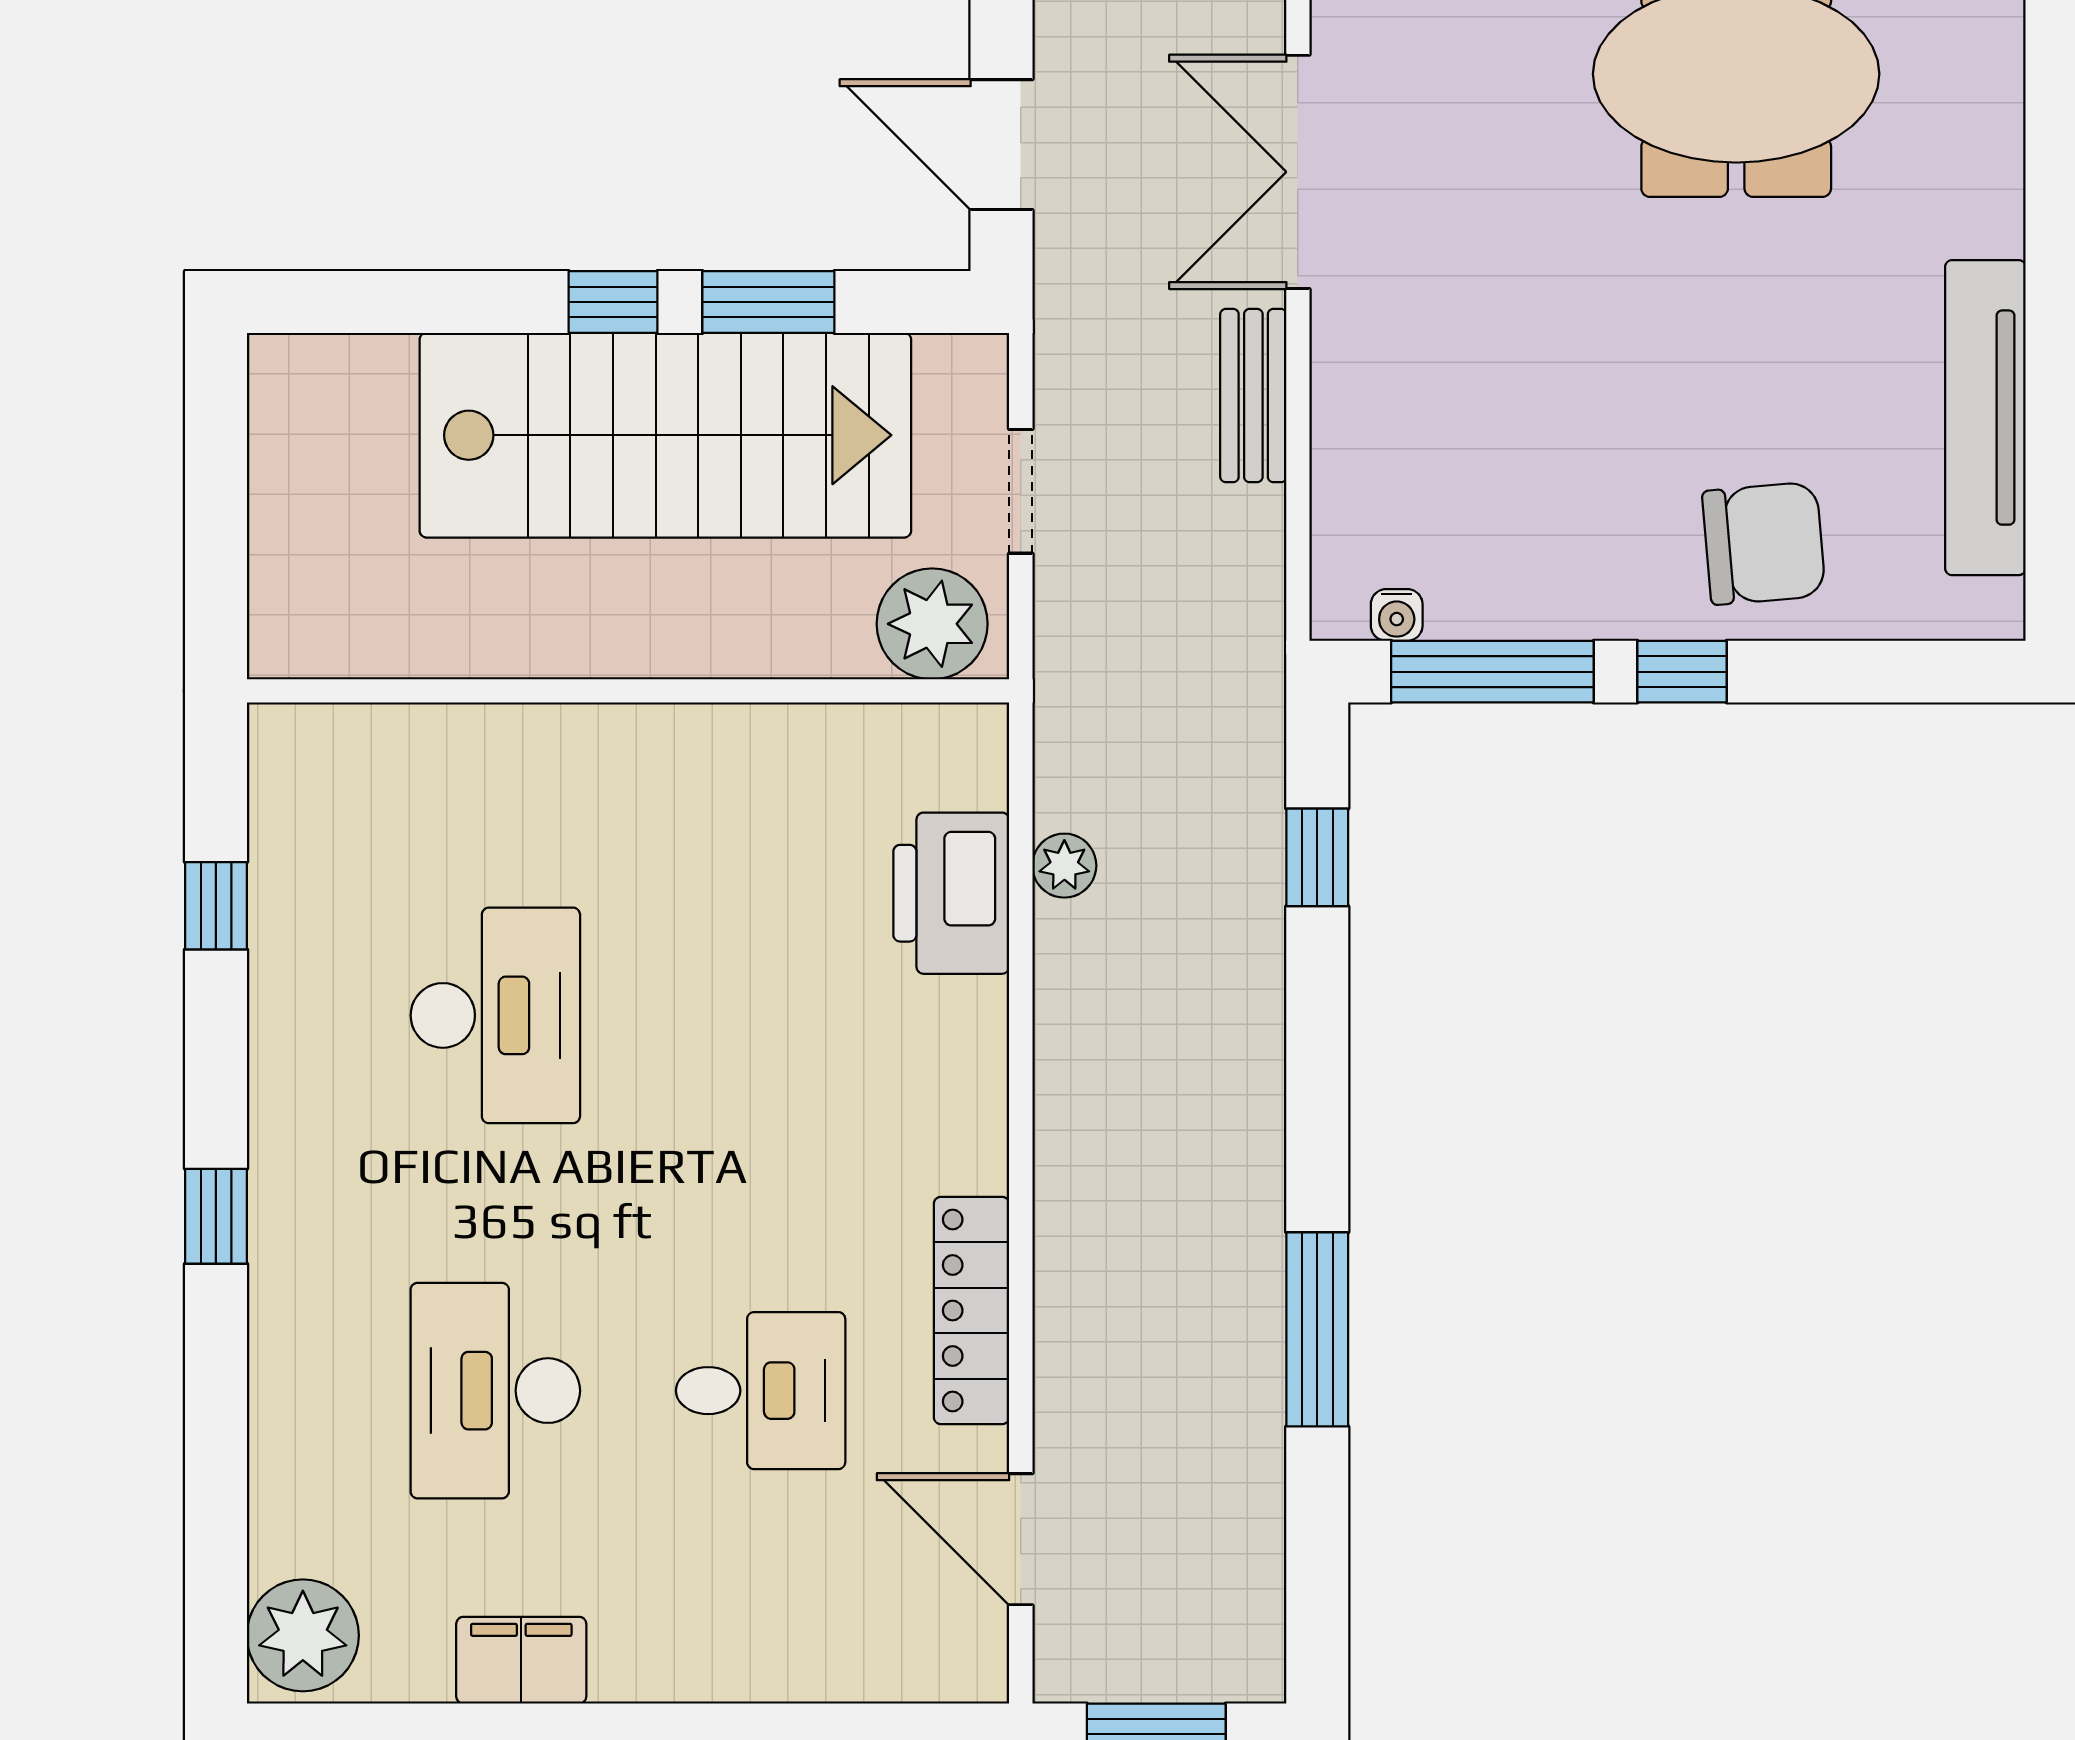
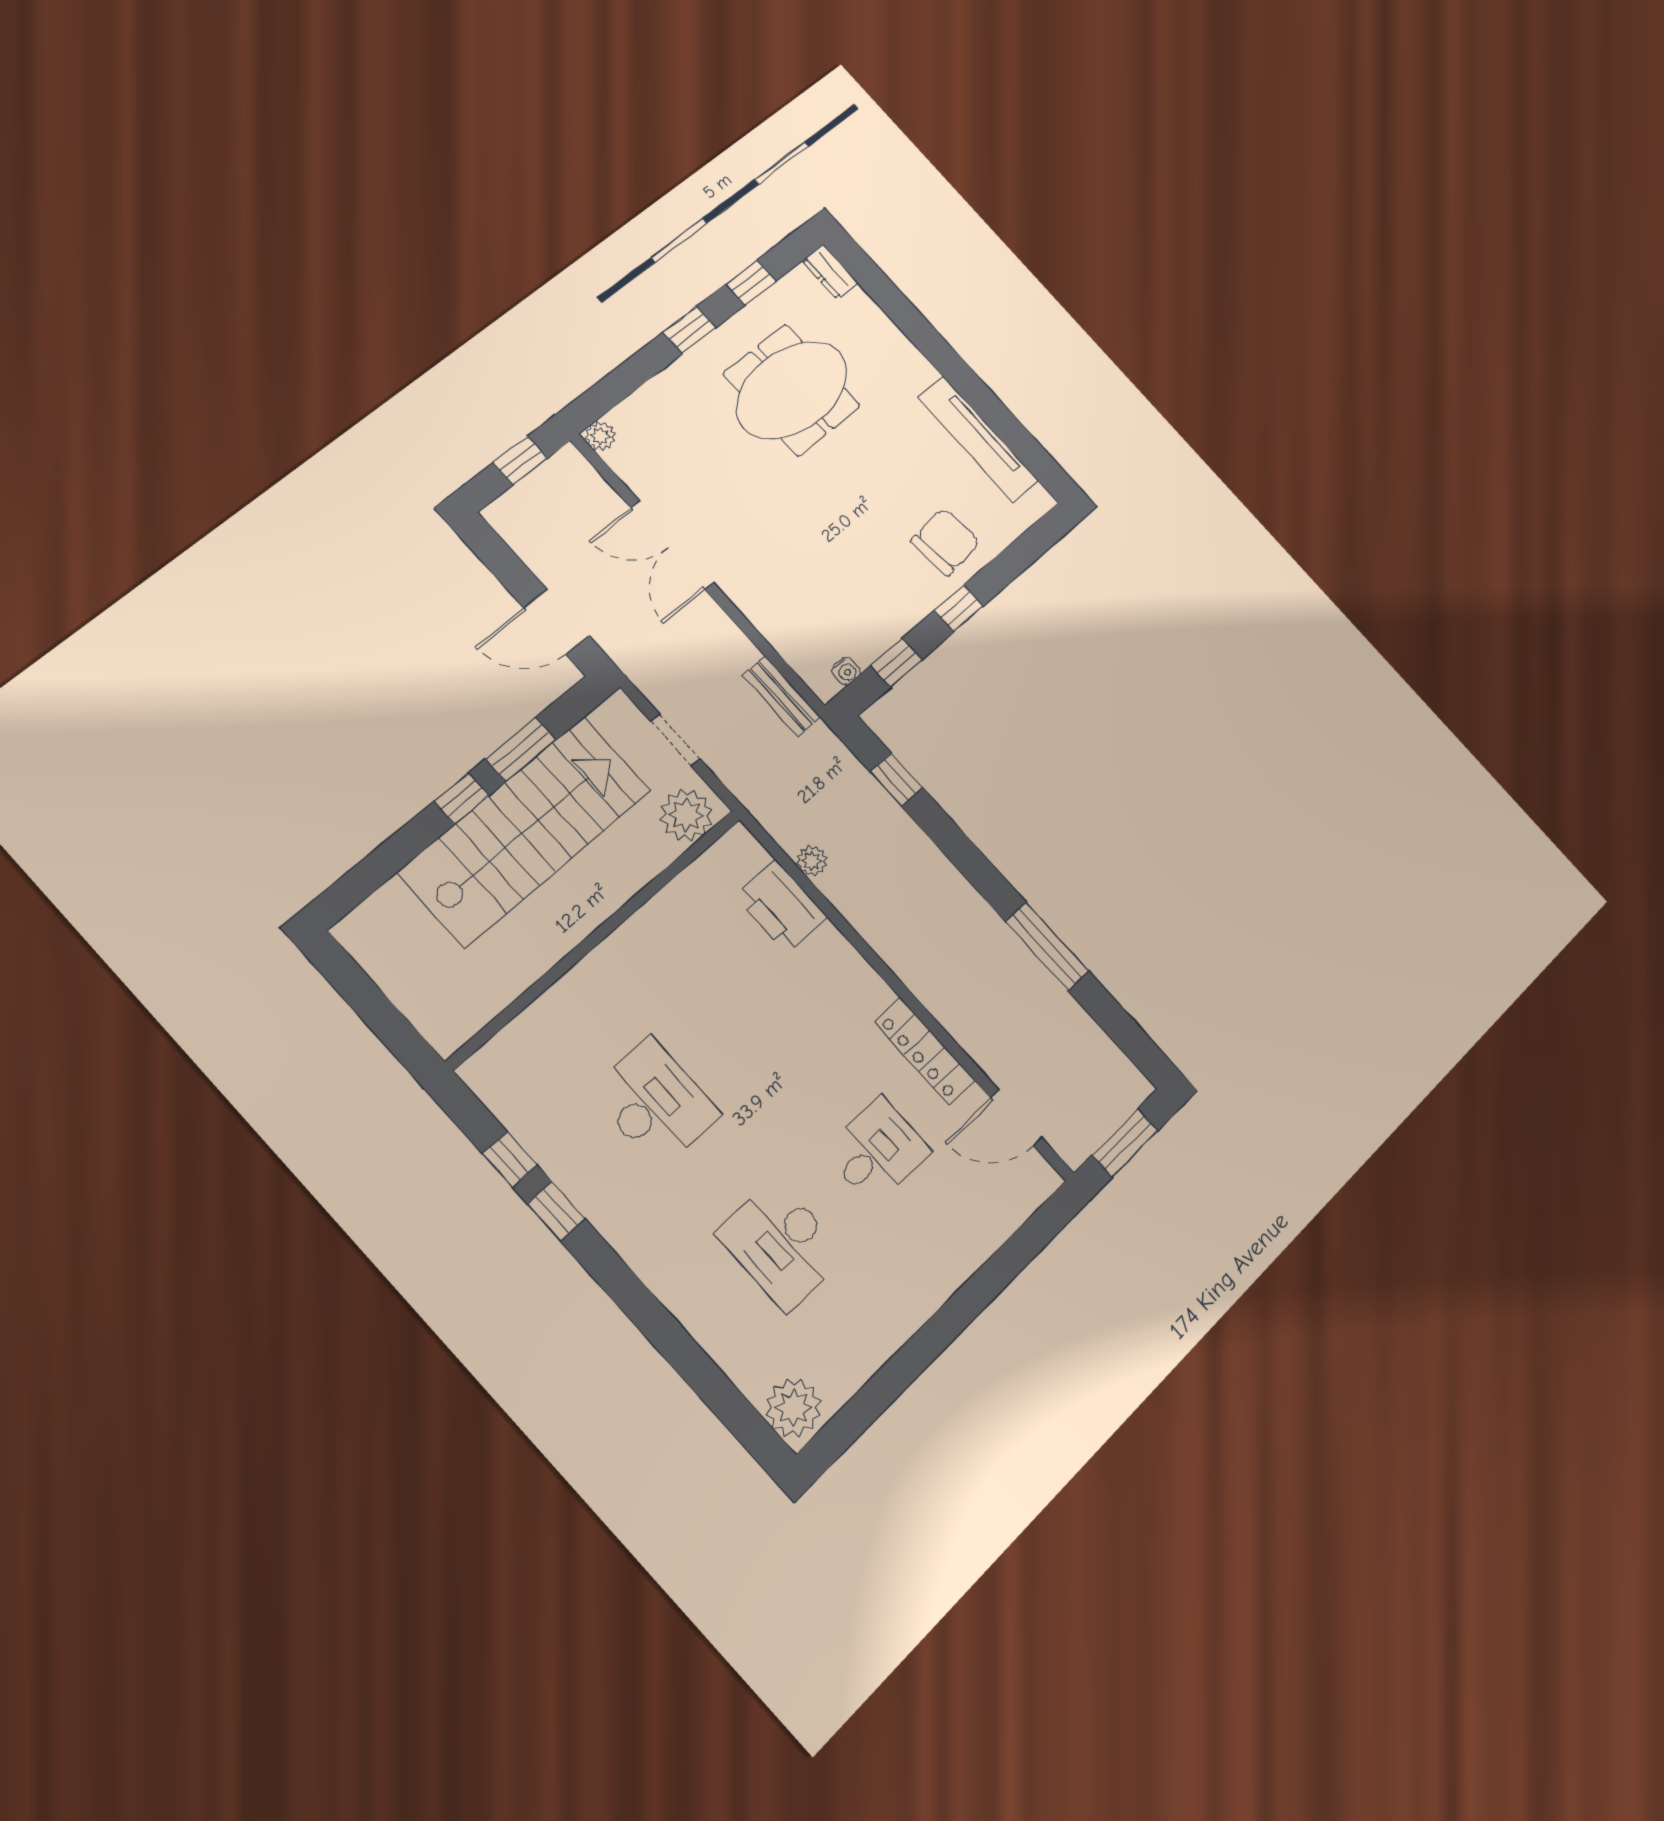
bench: (1253, 396) -> (781, 696), moved
window: (1492, 672) -> (896, 663), width x0.46
window: (216, 1216) -> (556, 1211), moved
filing cabinet: (521, 1660) -> (882, 1336), removed

